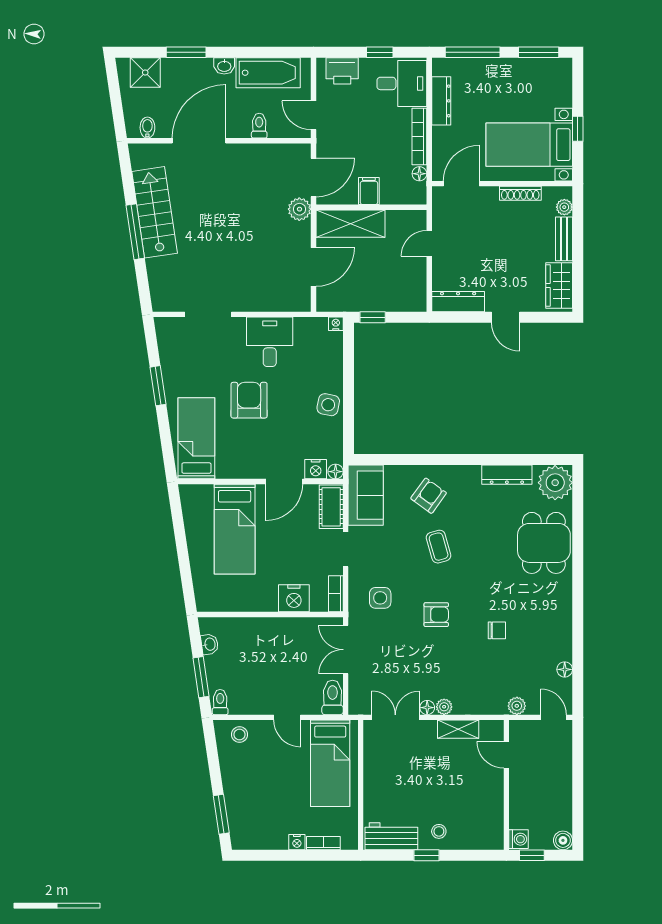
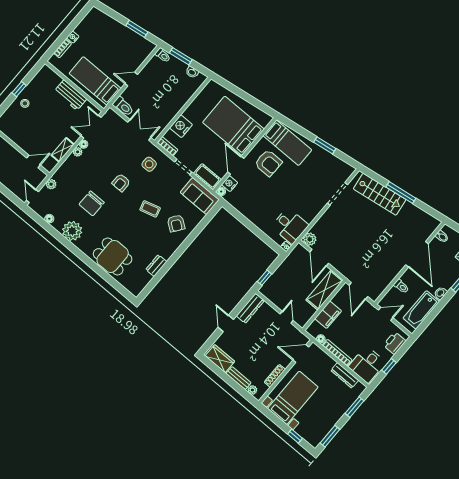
window: (473, 52) -> (354, 407), width x0.69
window: (578, 129) -> (295, 436), moved
door: (461, 184) -> (301, 354), swing flipped
filing cabinet: (369, 191) -> (328, 315), width x2.00
plant: (299, 209) -> (310, 239), moved
stairs: (155, 212) -> (380, 194), moved
window: (373, 317) -> (265, 278), moved
door: (506, 317) -> (226, 323), hinge flipped
desk: (270, 342) -> (290, 226), moved
armchair: (249, 400) -> (268, 163), moved
side table: (328, 405) -> (253, 213), removed
dresser: (507, 475) -> (156, 266), width x0.70
plant: (555, 483) -> (72, 231), moved
bed: (235, 529) -> (233, 126), width x1.50
chair: (497, 630) -> (92, 203), width x1.87, depth x1.87
double door: (395, 717) -> (91, 127), swing flipped
door: (554, 717) -> (32, 196), swing flipped
stool: (240, 735) -> (141, 52), removed
window: (221, 814) -> (137, 29), moved
workbench: (391, 836) -> (70, 95), moved, turned 90

